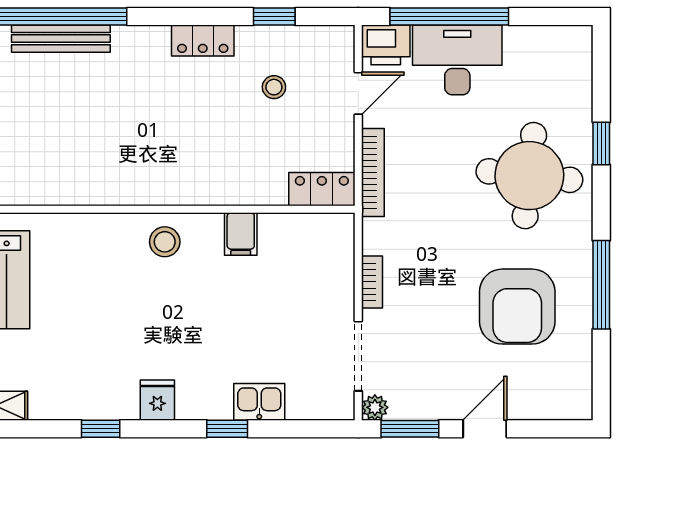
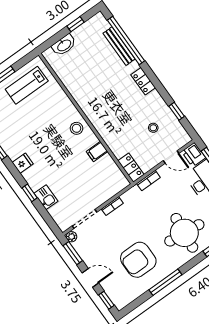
locker: (203, 41) -> (143, 81), moved
bookcase: (373, 172) -> (148, 181), width x0.64
window: (553, 429) -> (106, 300), added

